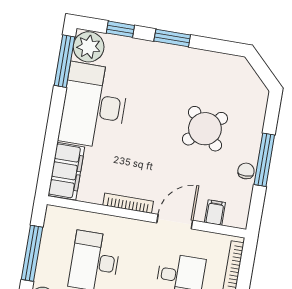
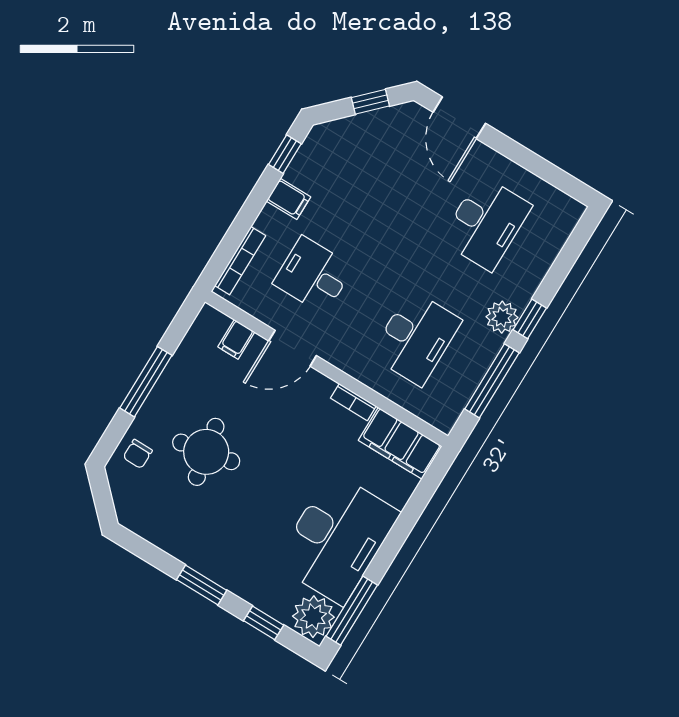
round table: (205, 129) -> (206, 452), turned 31
filing cabinet: (66, 171) -> (400, 443), moved, turned -90
chair: (246, 171) -> (138, 454), moved
bookcase: (128, 203) -> (353, 402), width x0.64

